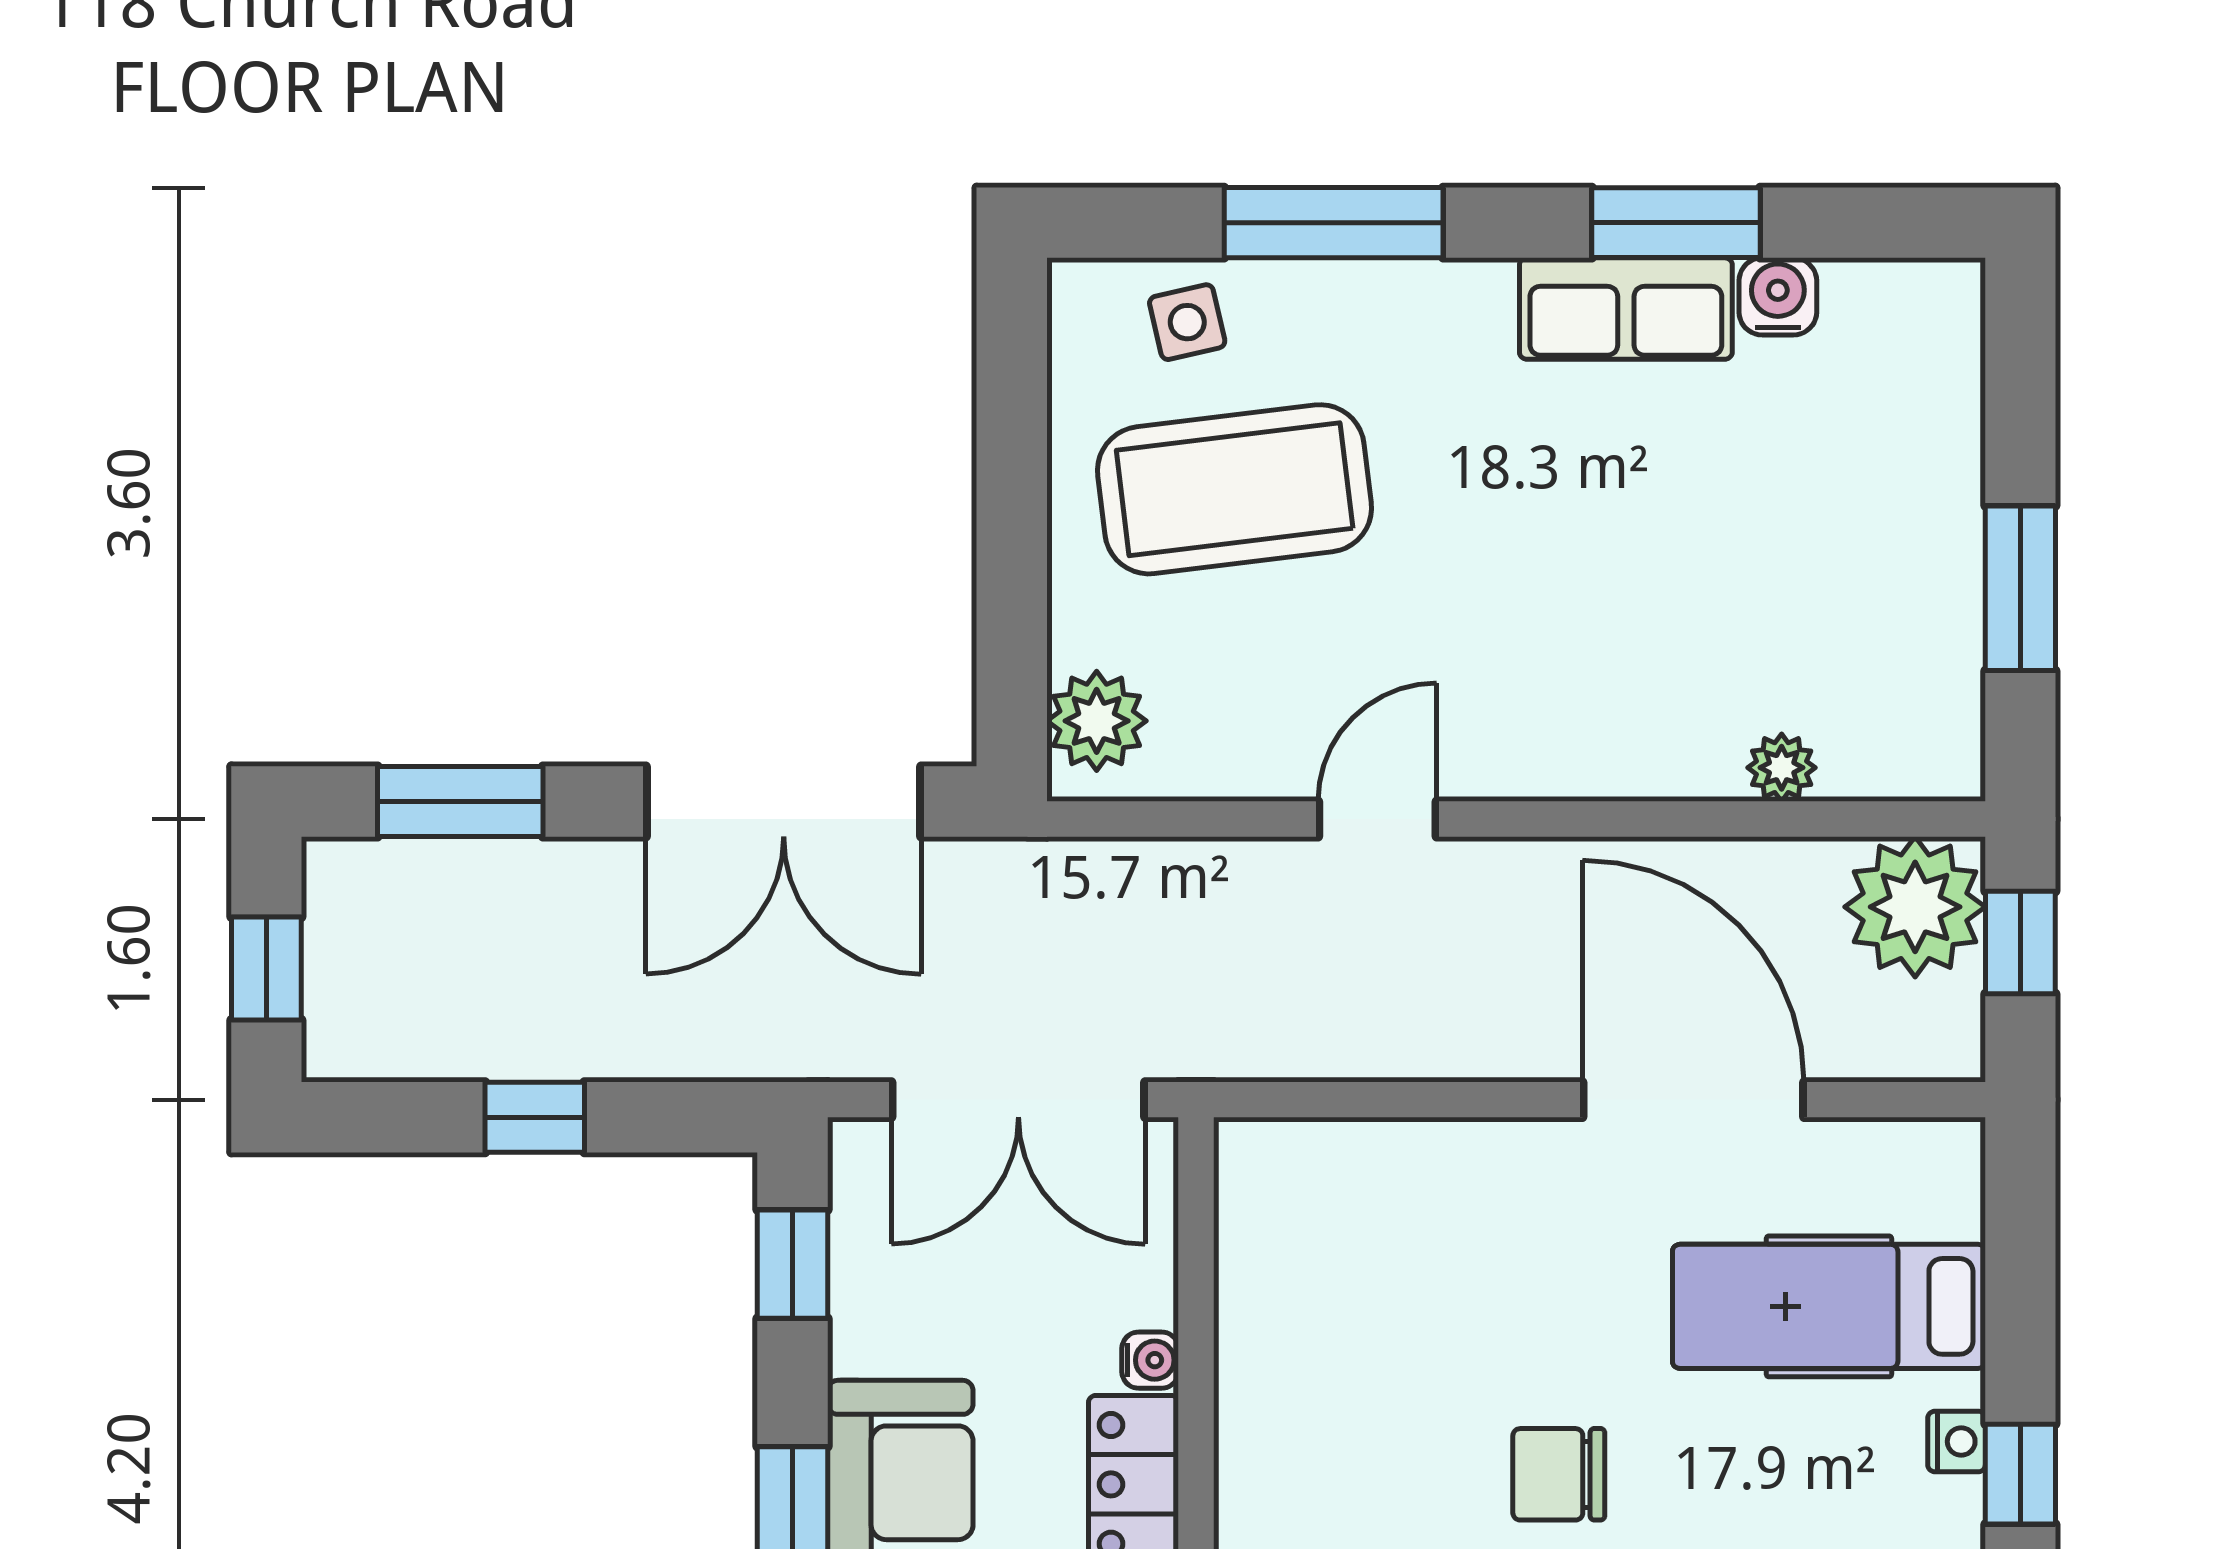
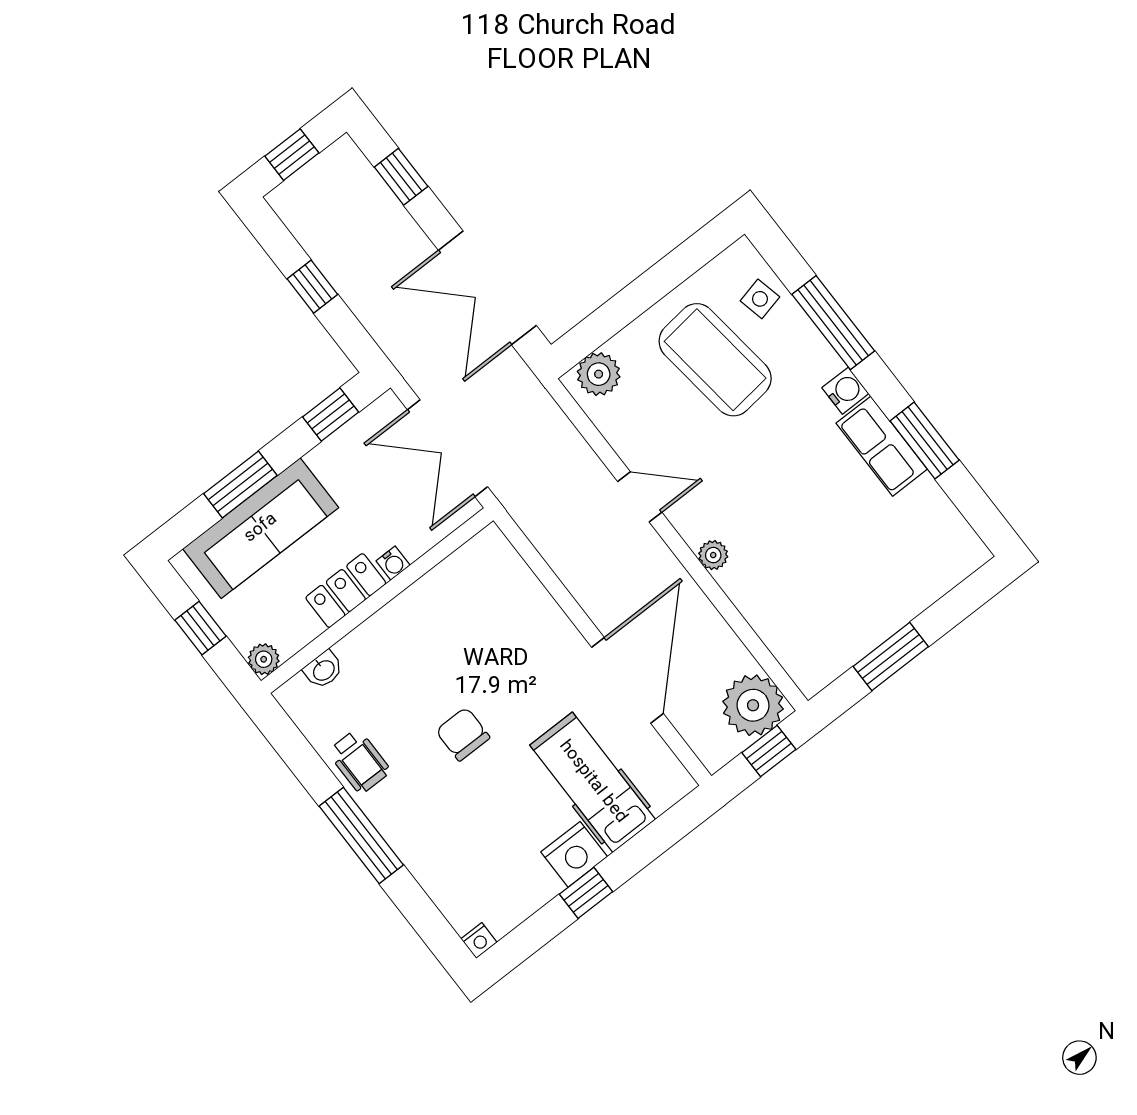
water cooler: (1778, 296) -> (845, 391), moved
plant: (1782, 768) -> (713, 555), moved
window: (460, 801) -> (401, 177), width x0.67
nightstand: (1957, 1442) -> (574, 854), width x1.89, depth x1.79

